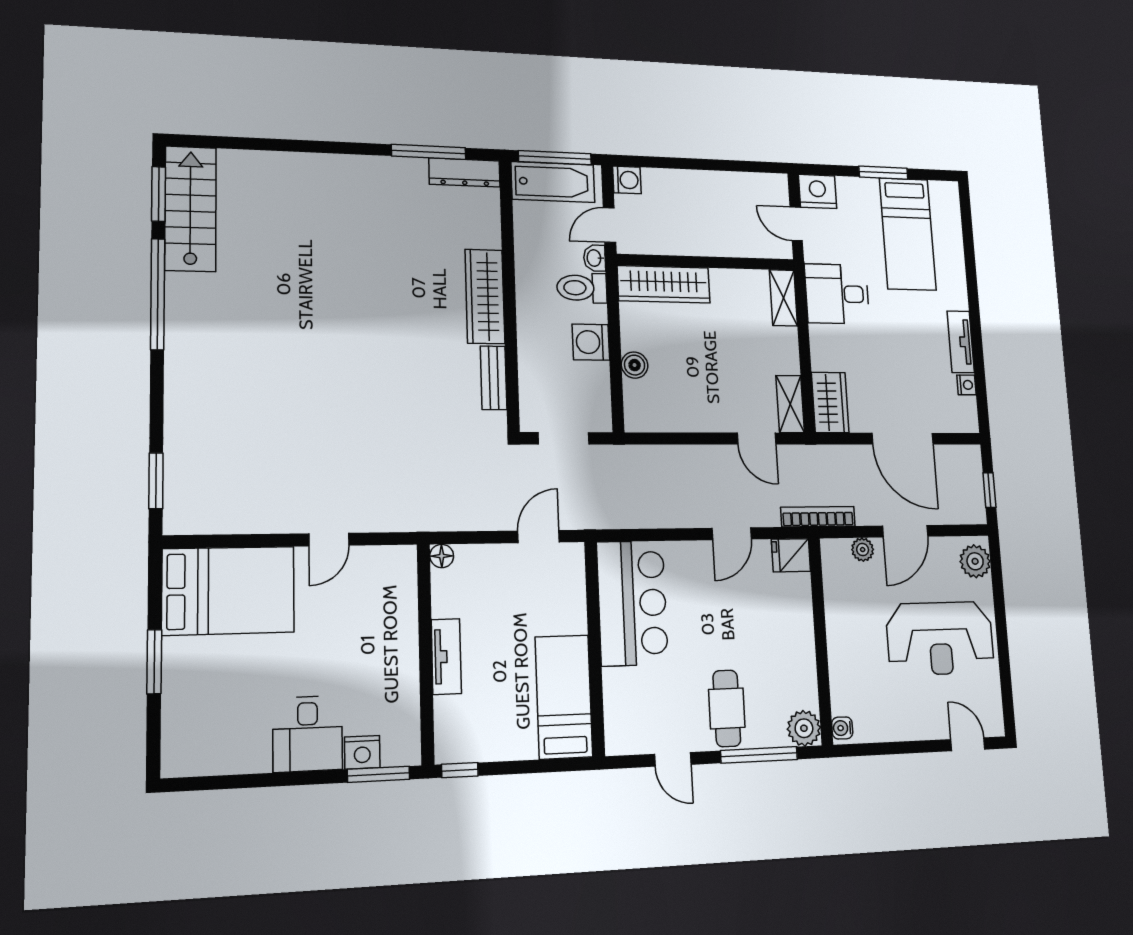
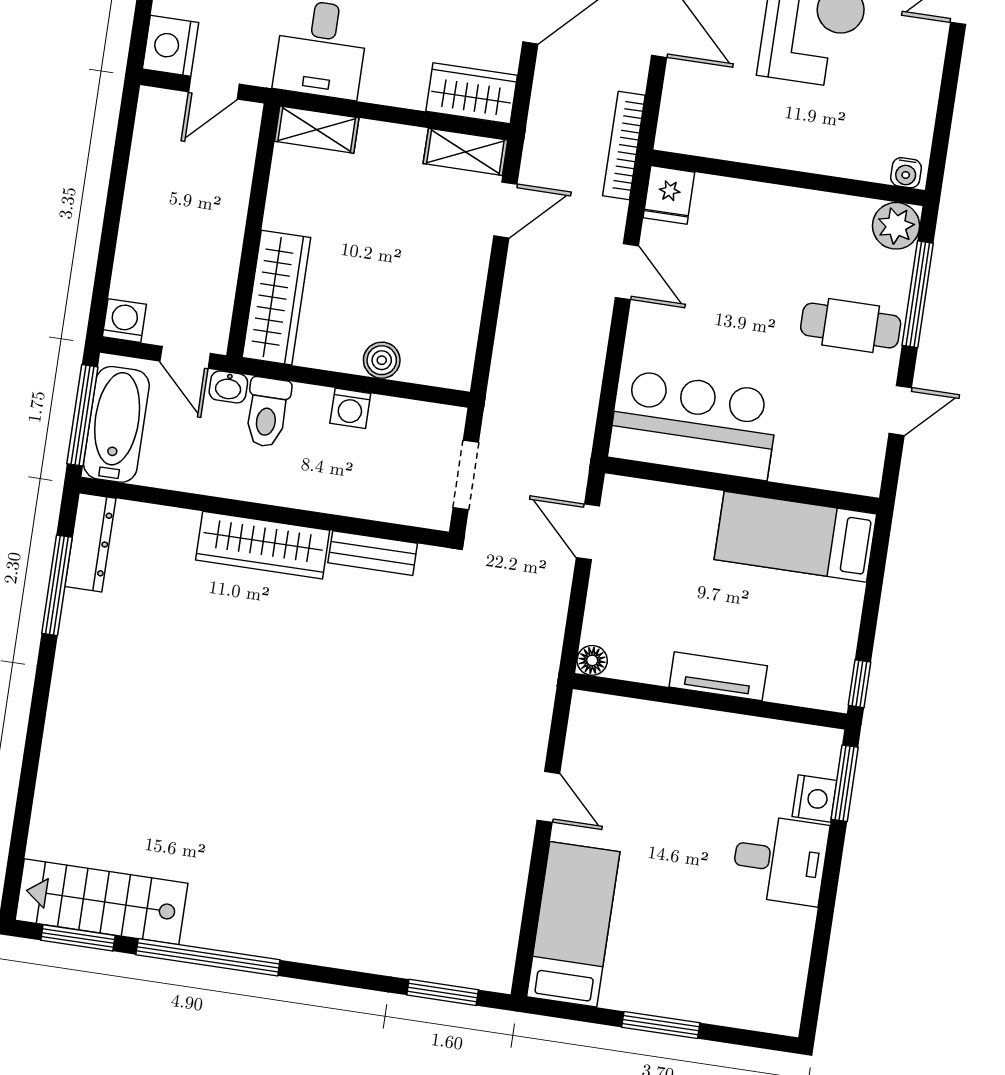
washing machine: (591, 342) -> (350, 408), width x0.73, depth x0.73
plant: (863, 550) -> (678, 91), removed
bed: (228, 591) -> (573, 924), width x0.67

